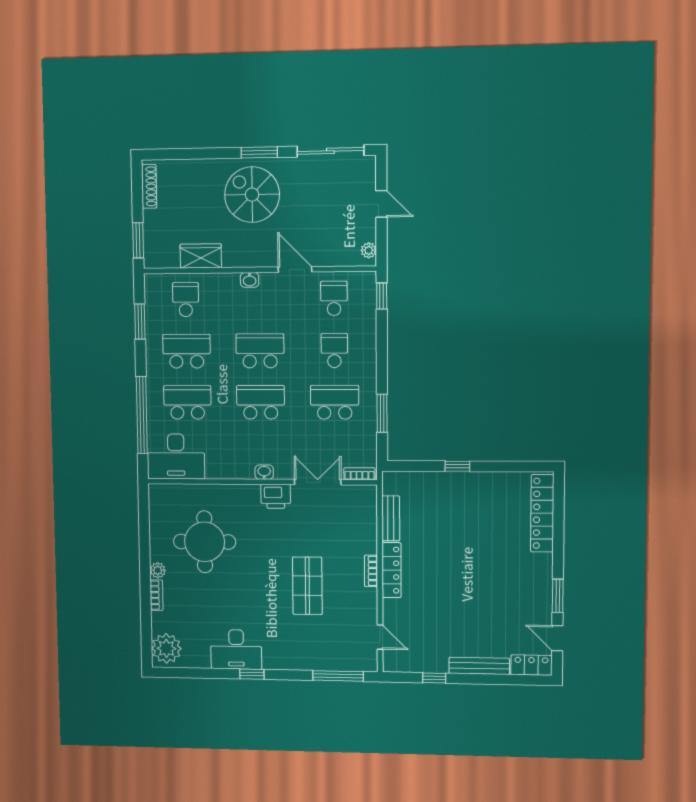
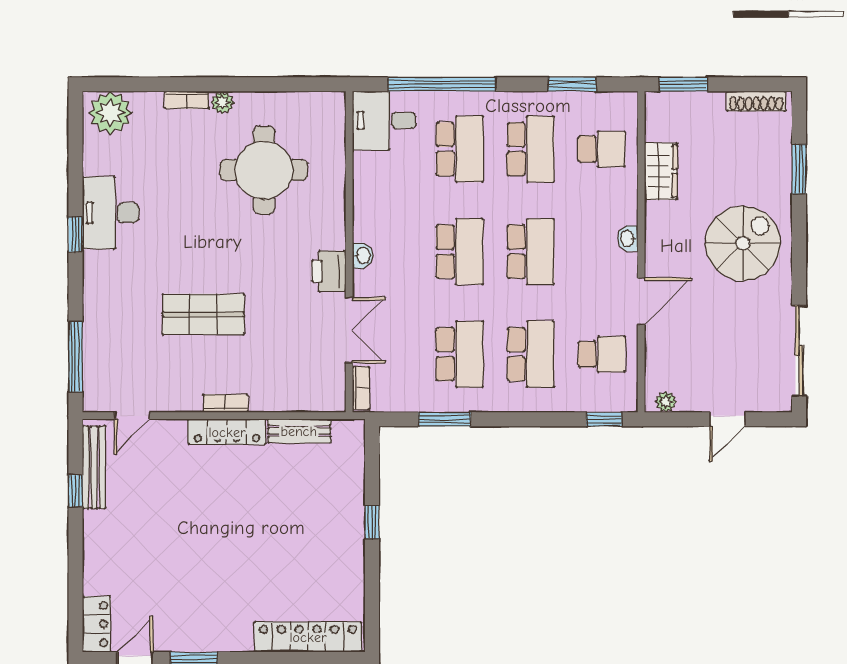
window: (259, 152) -> (799, 169), moved
school desk: (334, 350) -> (531, 354), width x1.85
desk: (176, 456) -> (384, 120), width x0.73
bench: (479, 666) -> (94, 467), moved

